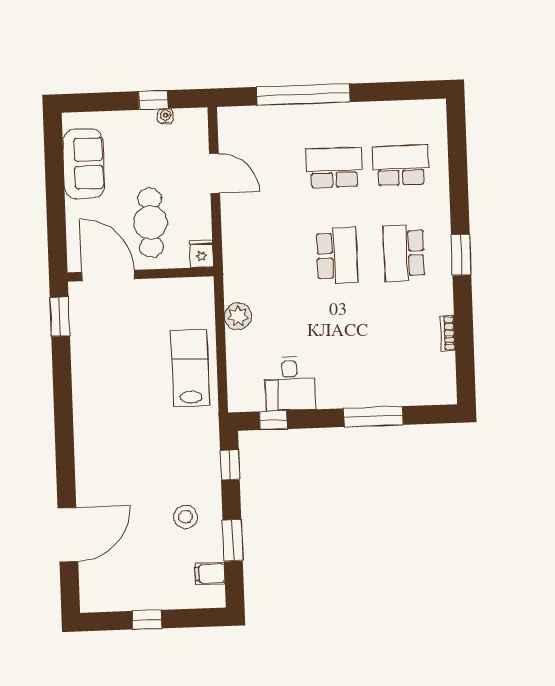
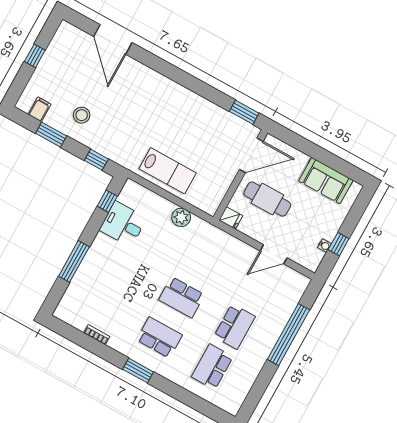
school desk: (401, 165) -> (212, 367), turned 180

